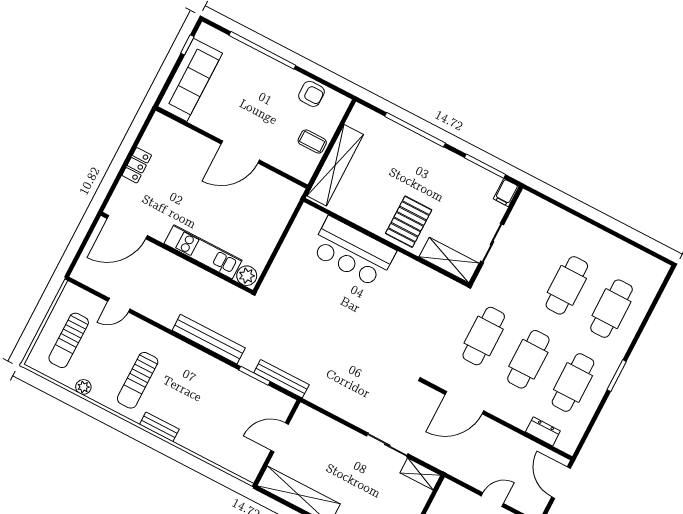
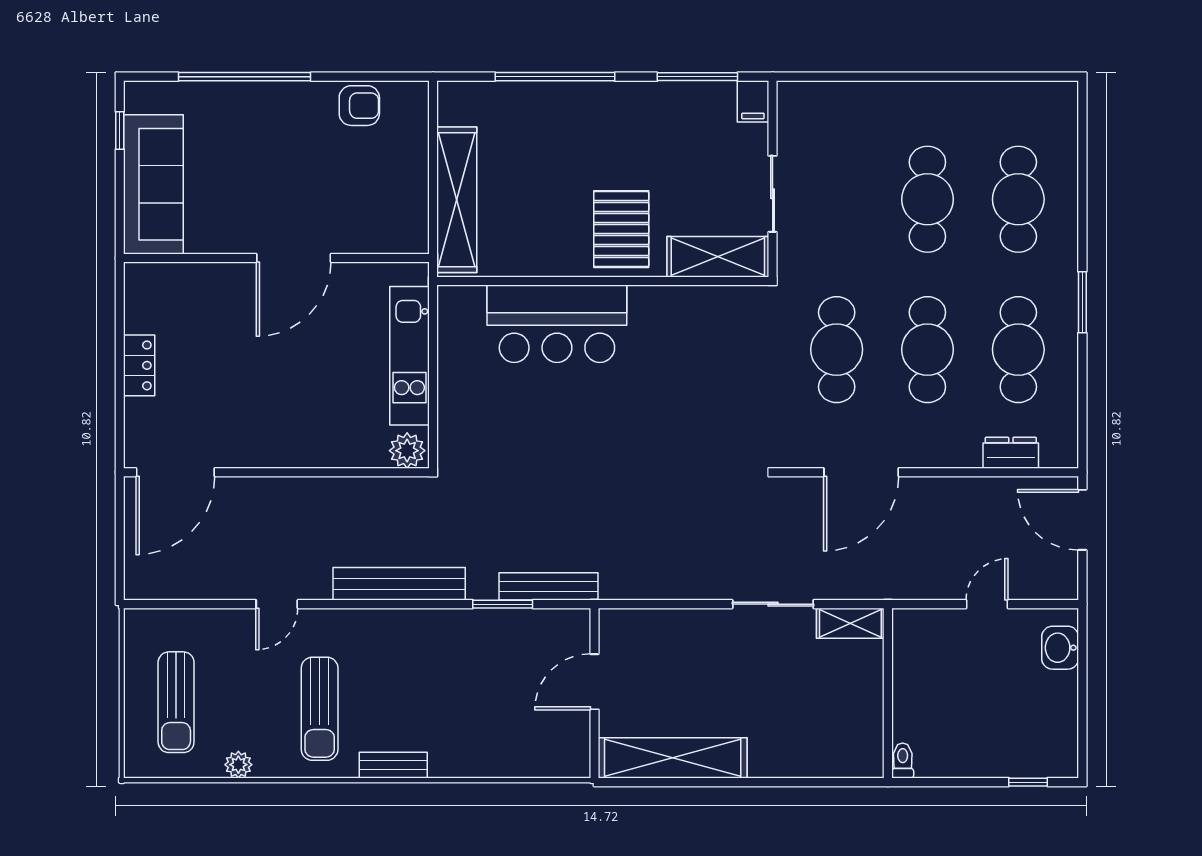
coffee table: (312, 142) -> (400, 181), removed
kitchen unit: (203, 252) -> (409, 356), moved, turned -90
door: (119, 305) -> (277, 604), moved

